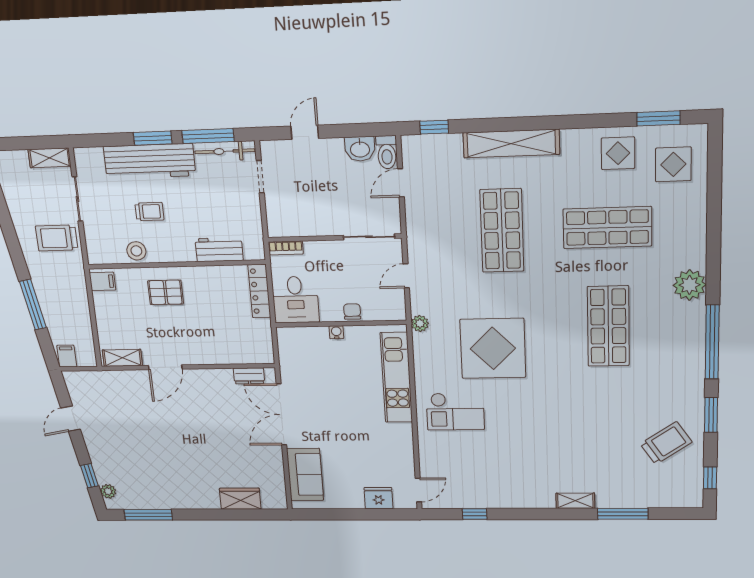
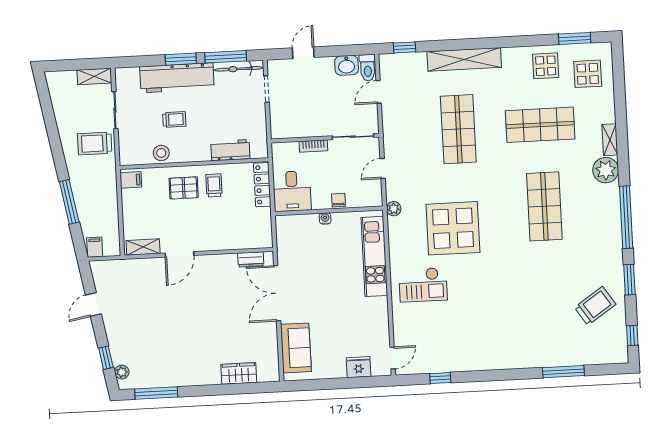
bookcase: (286, 248) -> (313, 146), moved
trolley: (201, 290) -> (214, 185), added
shelving: (575, 501) -> (610, 140), moved, turned 90

